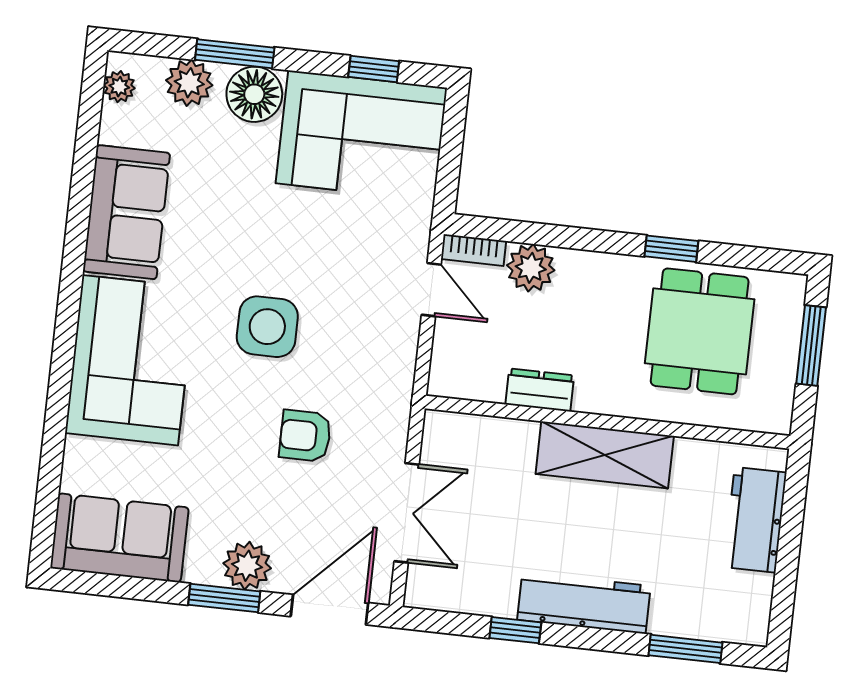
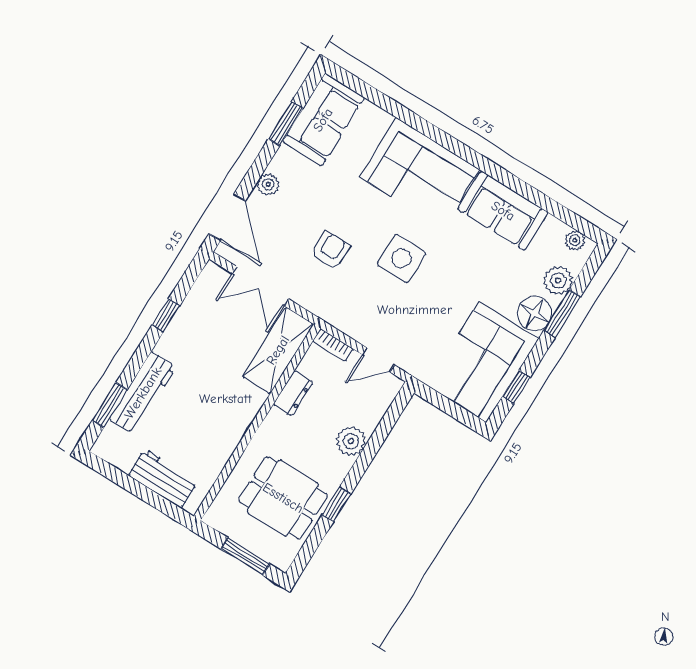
bookcase: (474, 250) -> (333, 345), moved, turned -90
plant: (531, 268) -> (351, 441), moved
shelving: (605, 455) -> (278, 350), moved
plant: (247, 566) -> (268, 184), width x0.73, depth x0.73
window: (224, 598) -> (286, 124), moved
workbench: (584, 603) -> (143, 393), moved

